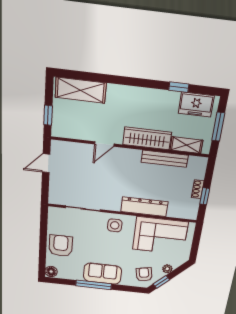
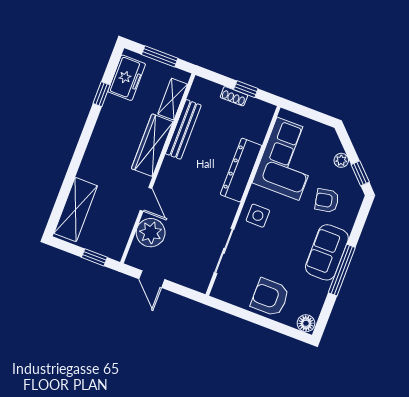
plant: (80, 154) -> (151, 233), added
armchair: (144, 274) -> (327, 201), moved

